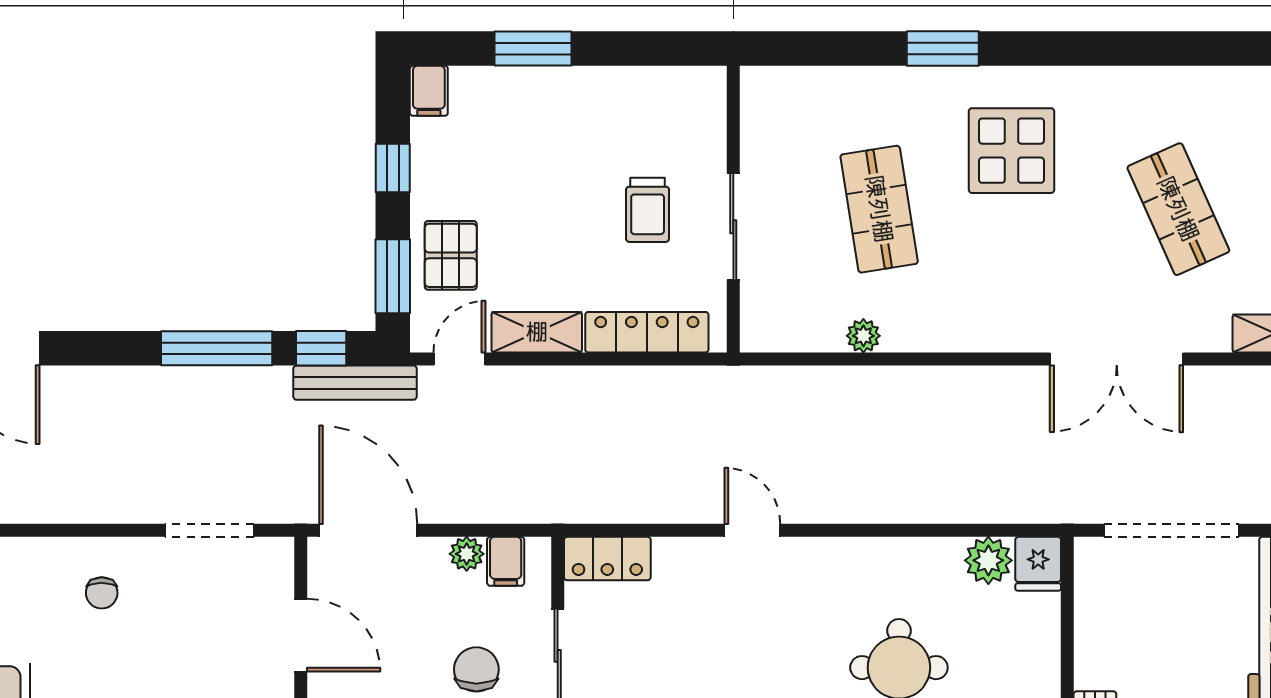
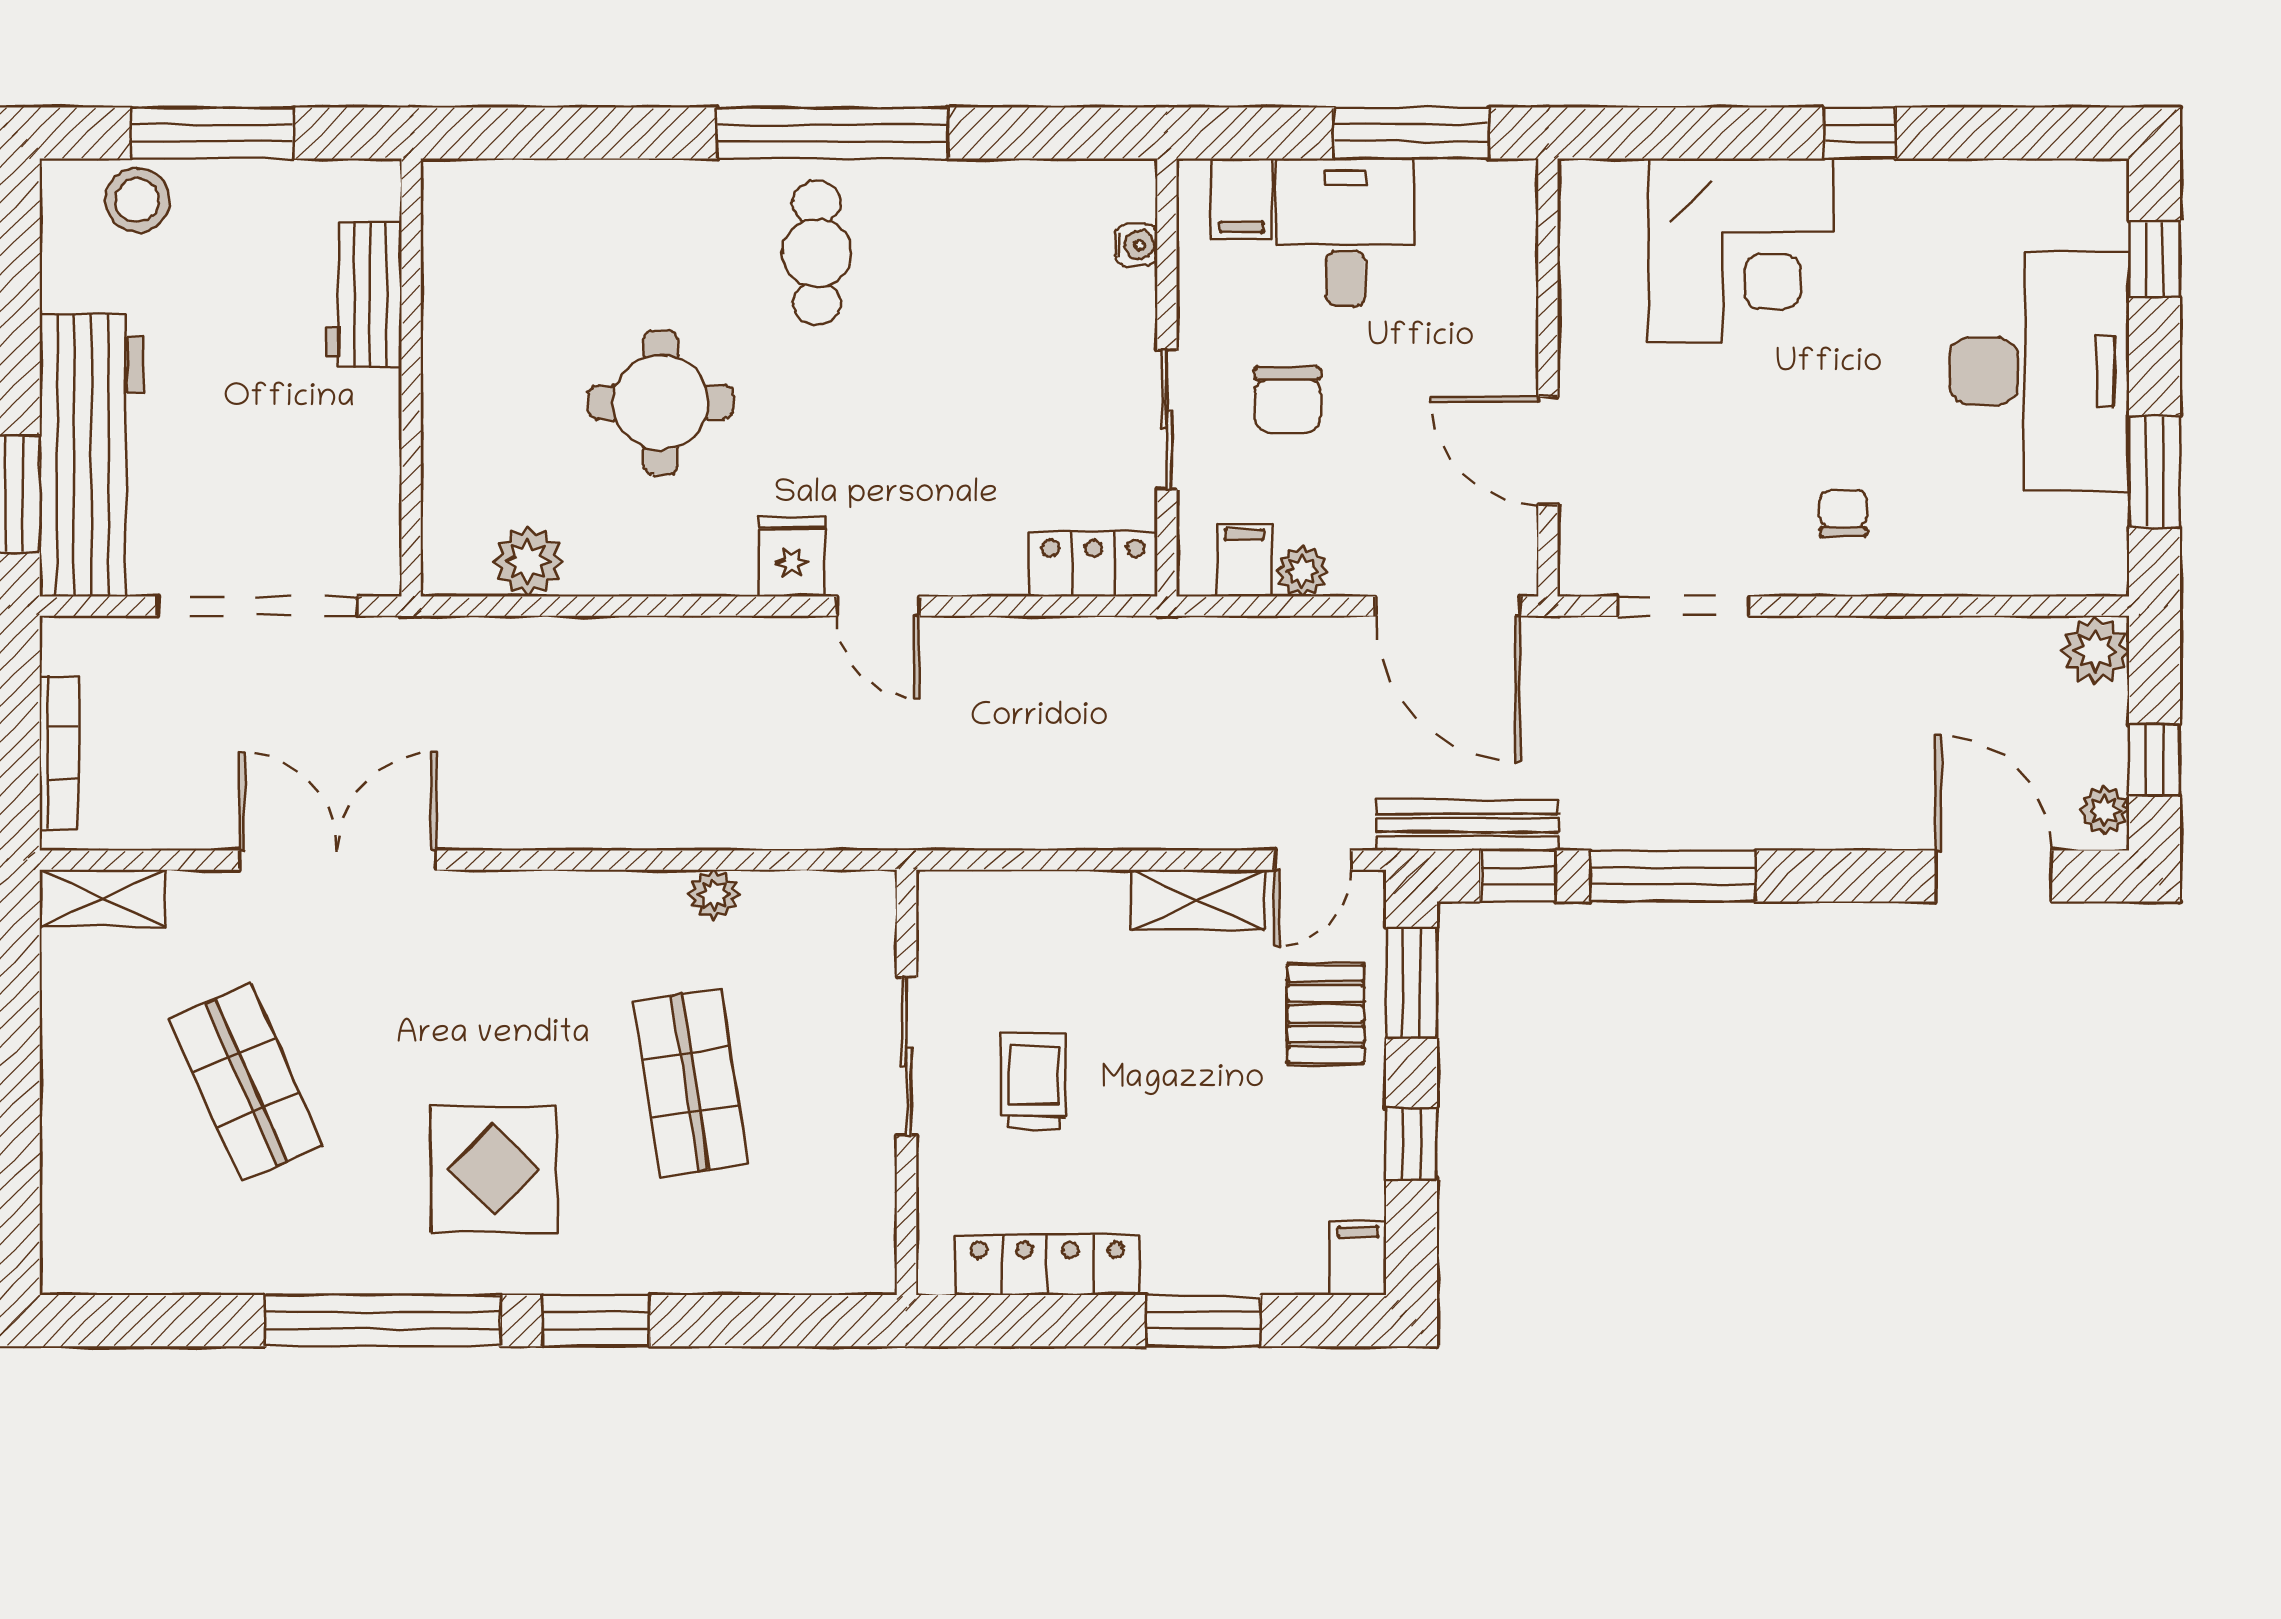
window: (1086, 49) -> (383, 1321), added
locker: (647, 332) -> (1048, 1265), moved, turned 180
fridge: (1038, 564) -> (792, 557), moved

